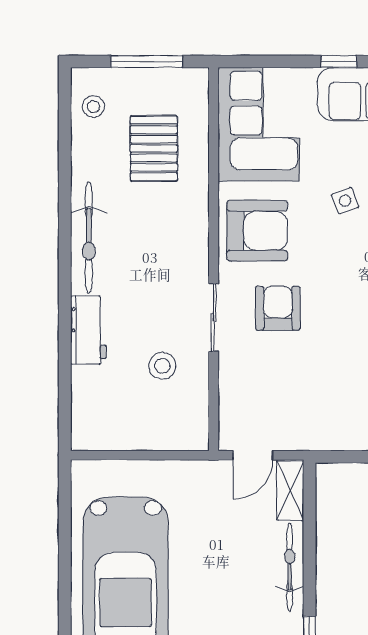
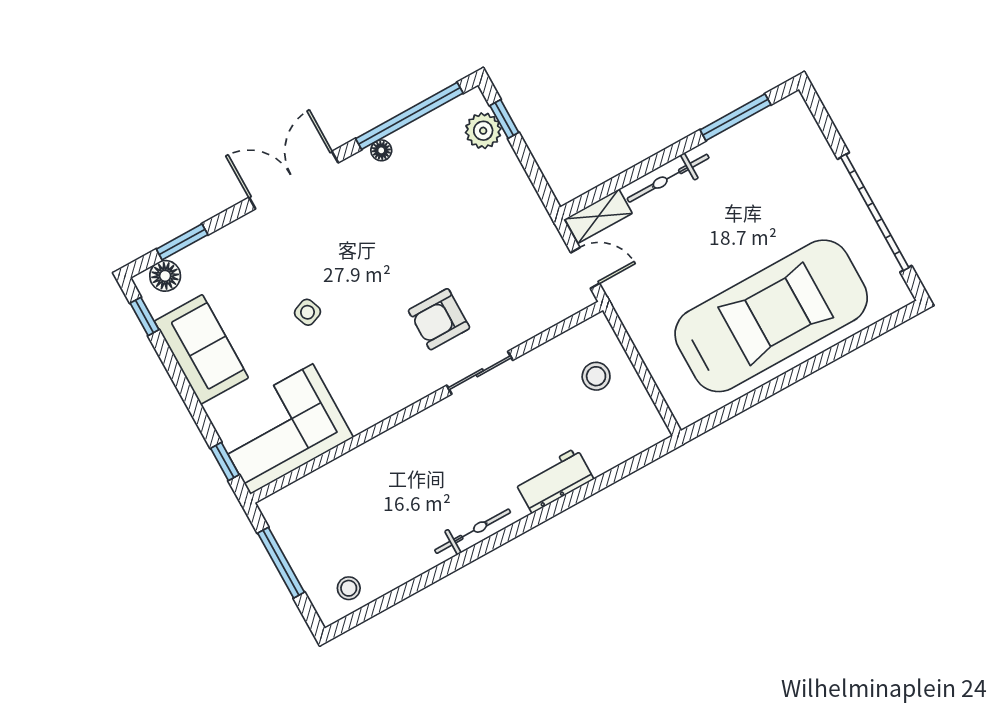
window: (339, 61) -> (225, 462), moved
pallet: (154, 149) -> (356, 512), removed
armchair: (257, 231) -> (379, 377), removed
bicycle: (89, 238) -> (473, 531), width x0.73, depth x0.71
stool: (162, 366) -> (596, 376), moved

